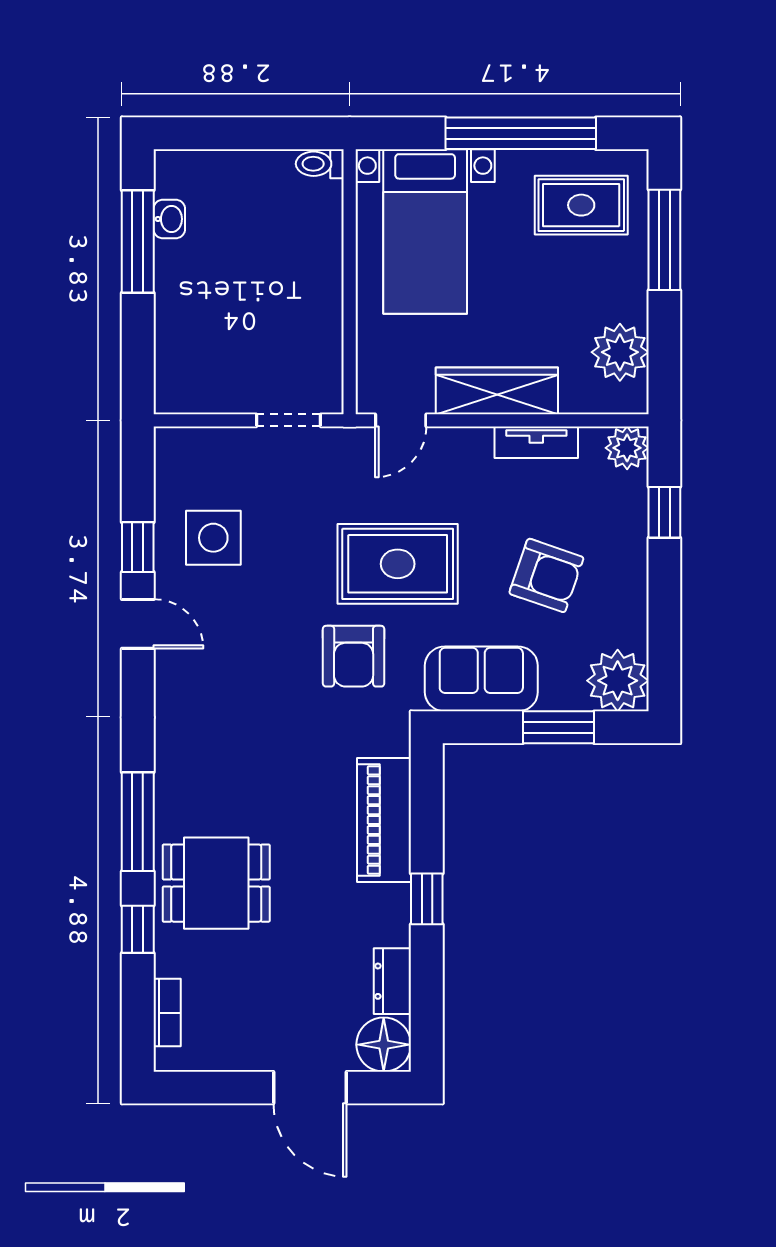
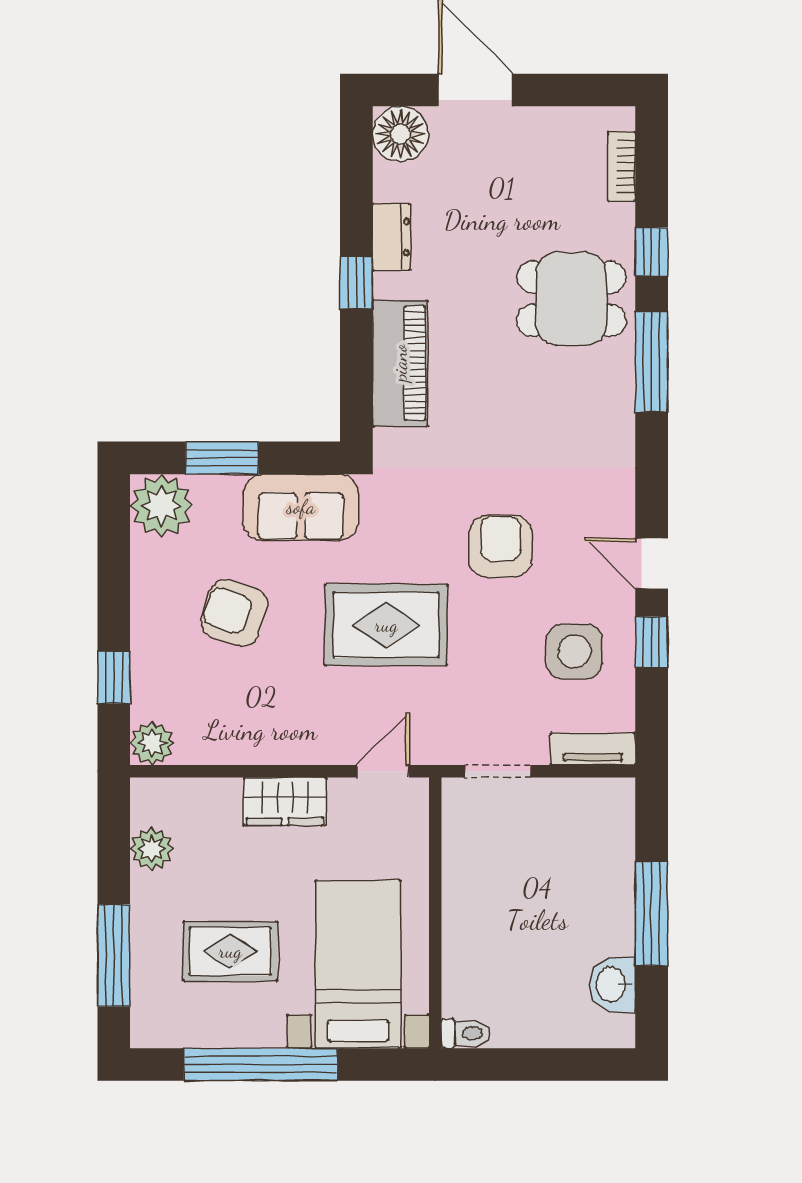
rug: (581, 205) -> (230, 951), moved
washbasin: (169, 219) -> (612, 984), width x1.38, depth x1.45
window: (138, 242) -> (652, 913), moved
plant: (620, 352) -> (151, 849), width x0.73, depth x0.73
wardrobe: (497, 391) -> (285, 801), width x0.67
tv unit: (536, 442) -> (593, 749), moved
armchair: (354, 656) -> (500, 546), moved
dresser: (392, 981) -> (392, 237), moved

